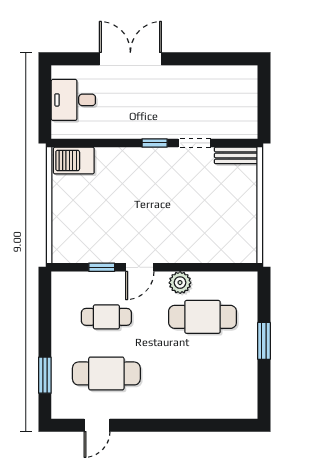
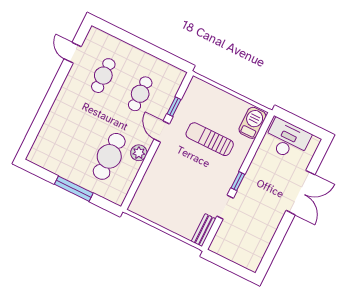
desk: (73, 100) -> (287, 140), width x1.37
sun lounger: (120, 203) -> (210, 139), added
window: (264, 341) -> (74, 189), width x1.44
cafe table: (106, 373) -> (103, 76), width x0.73, depth x0.74
window: (45, 375) -> (122, 35), removed

